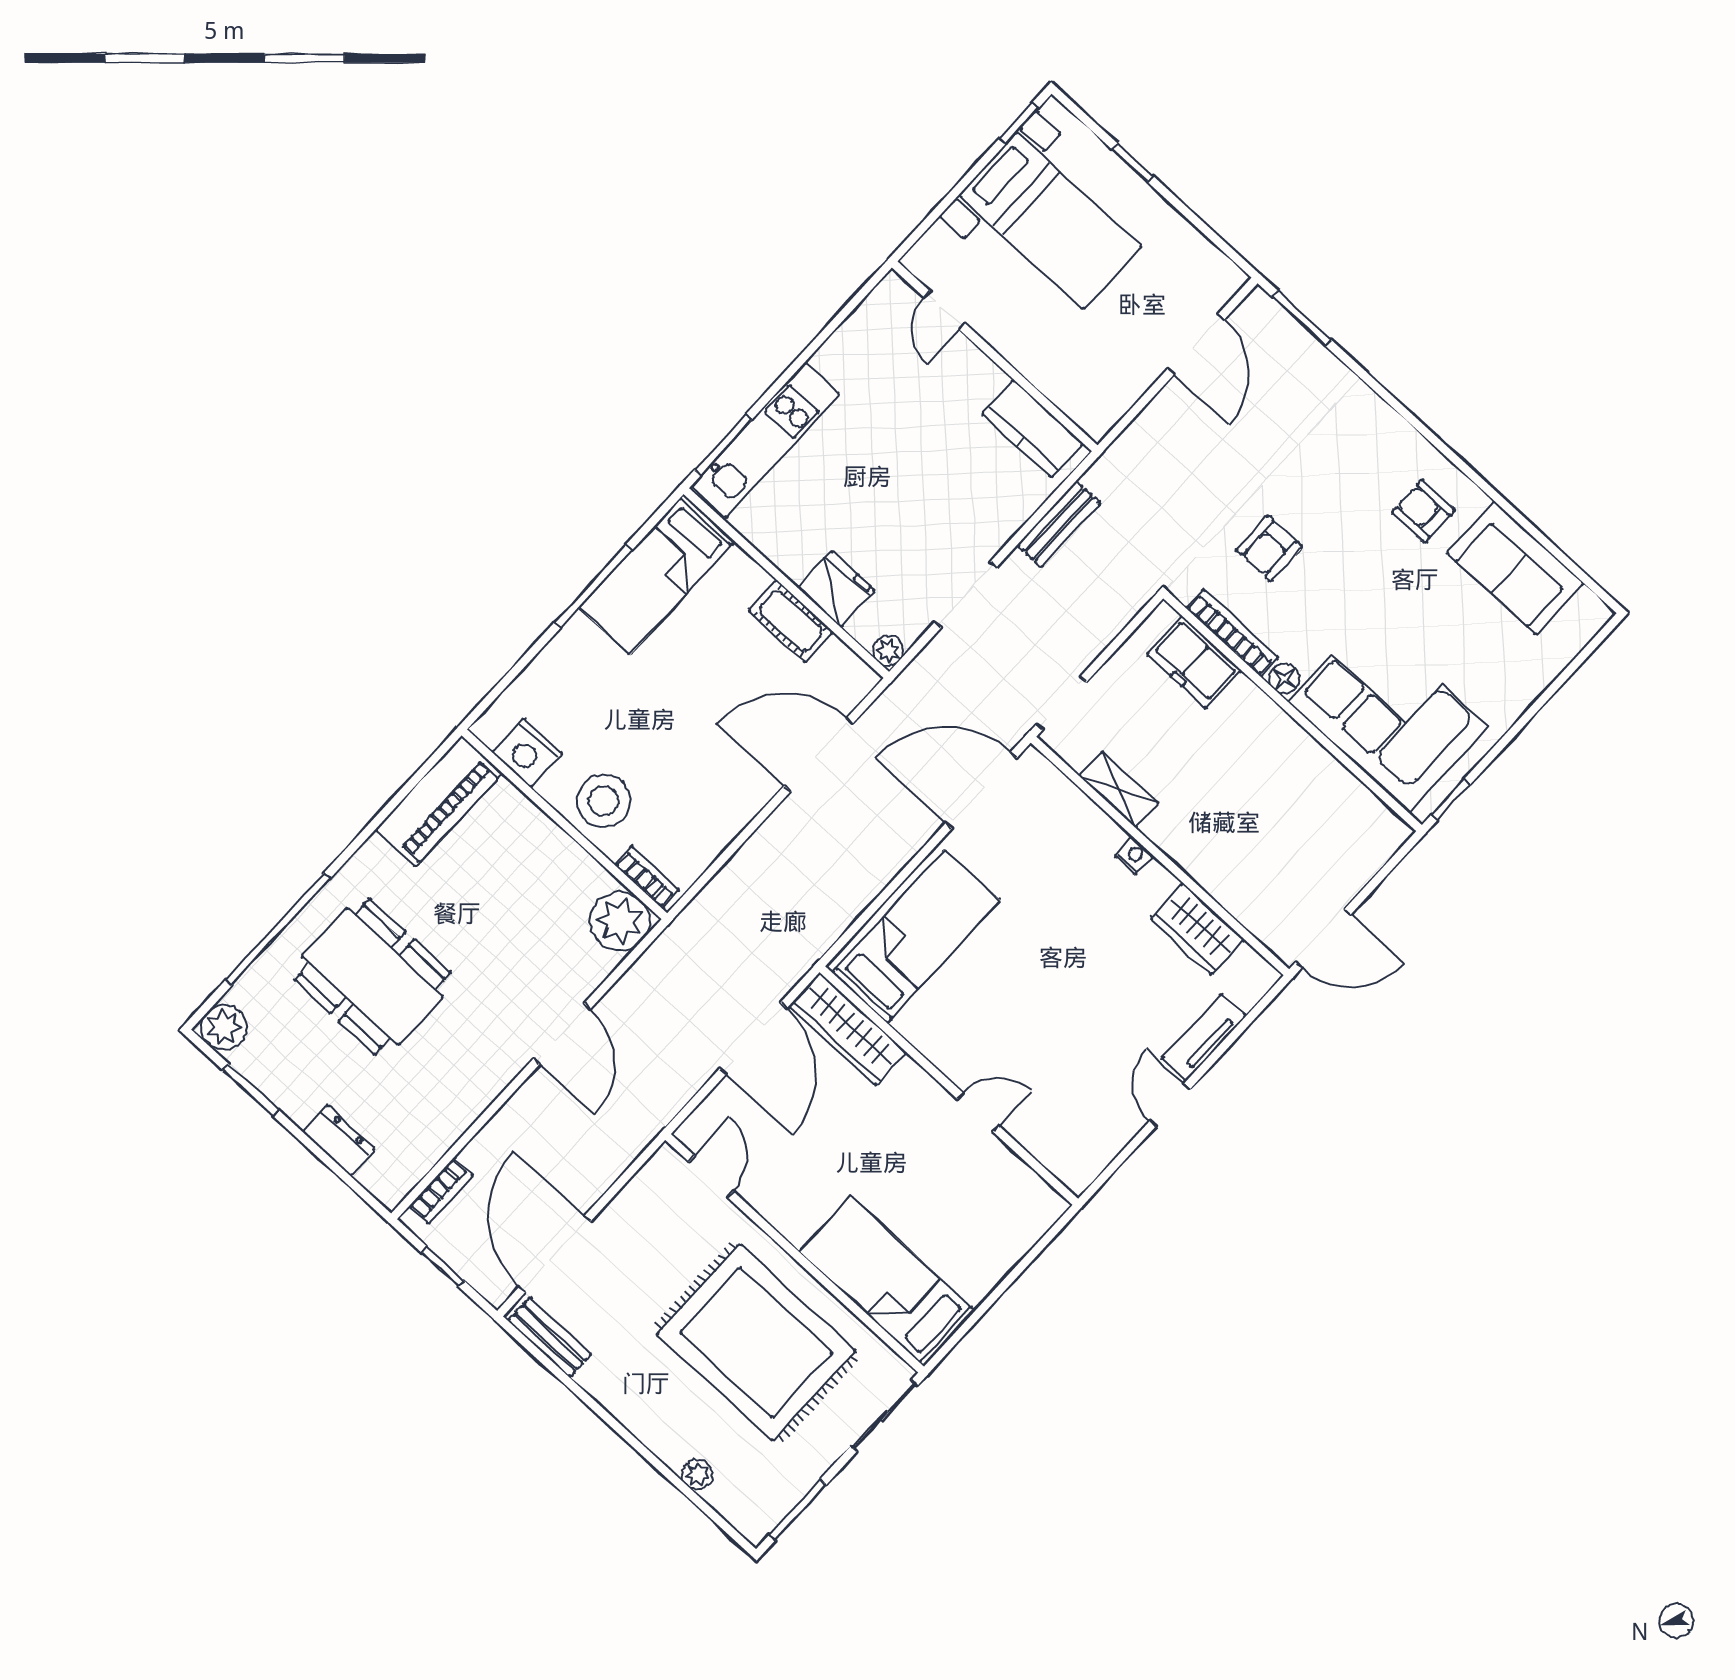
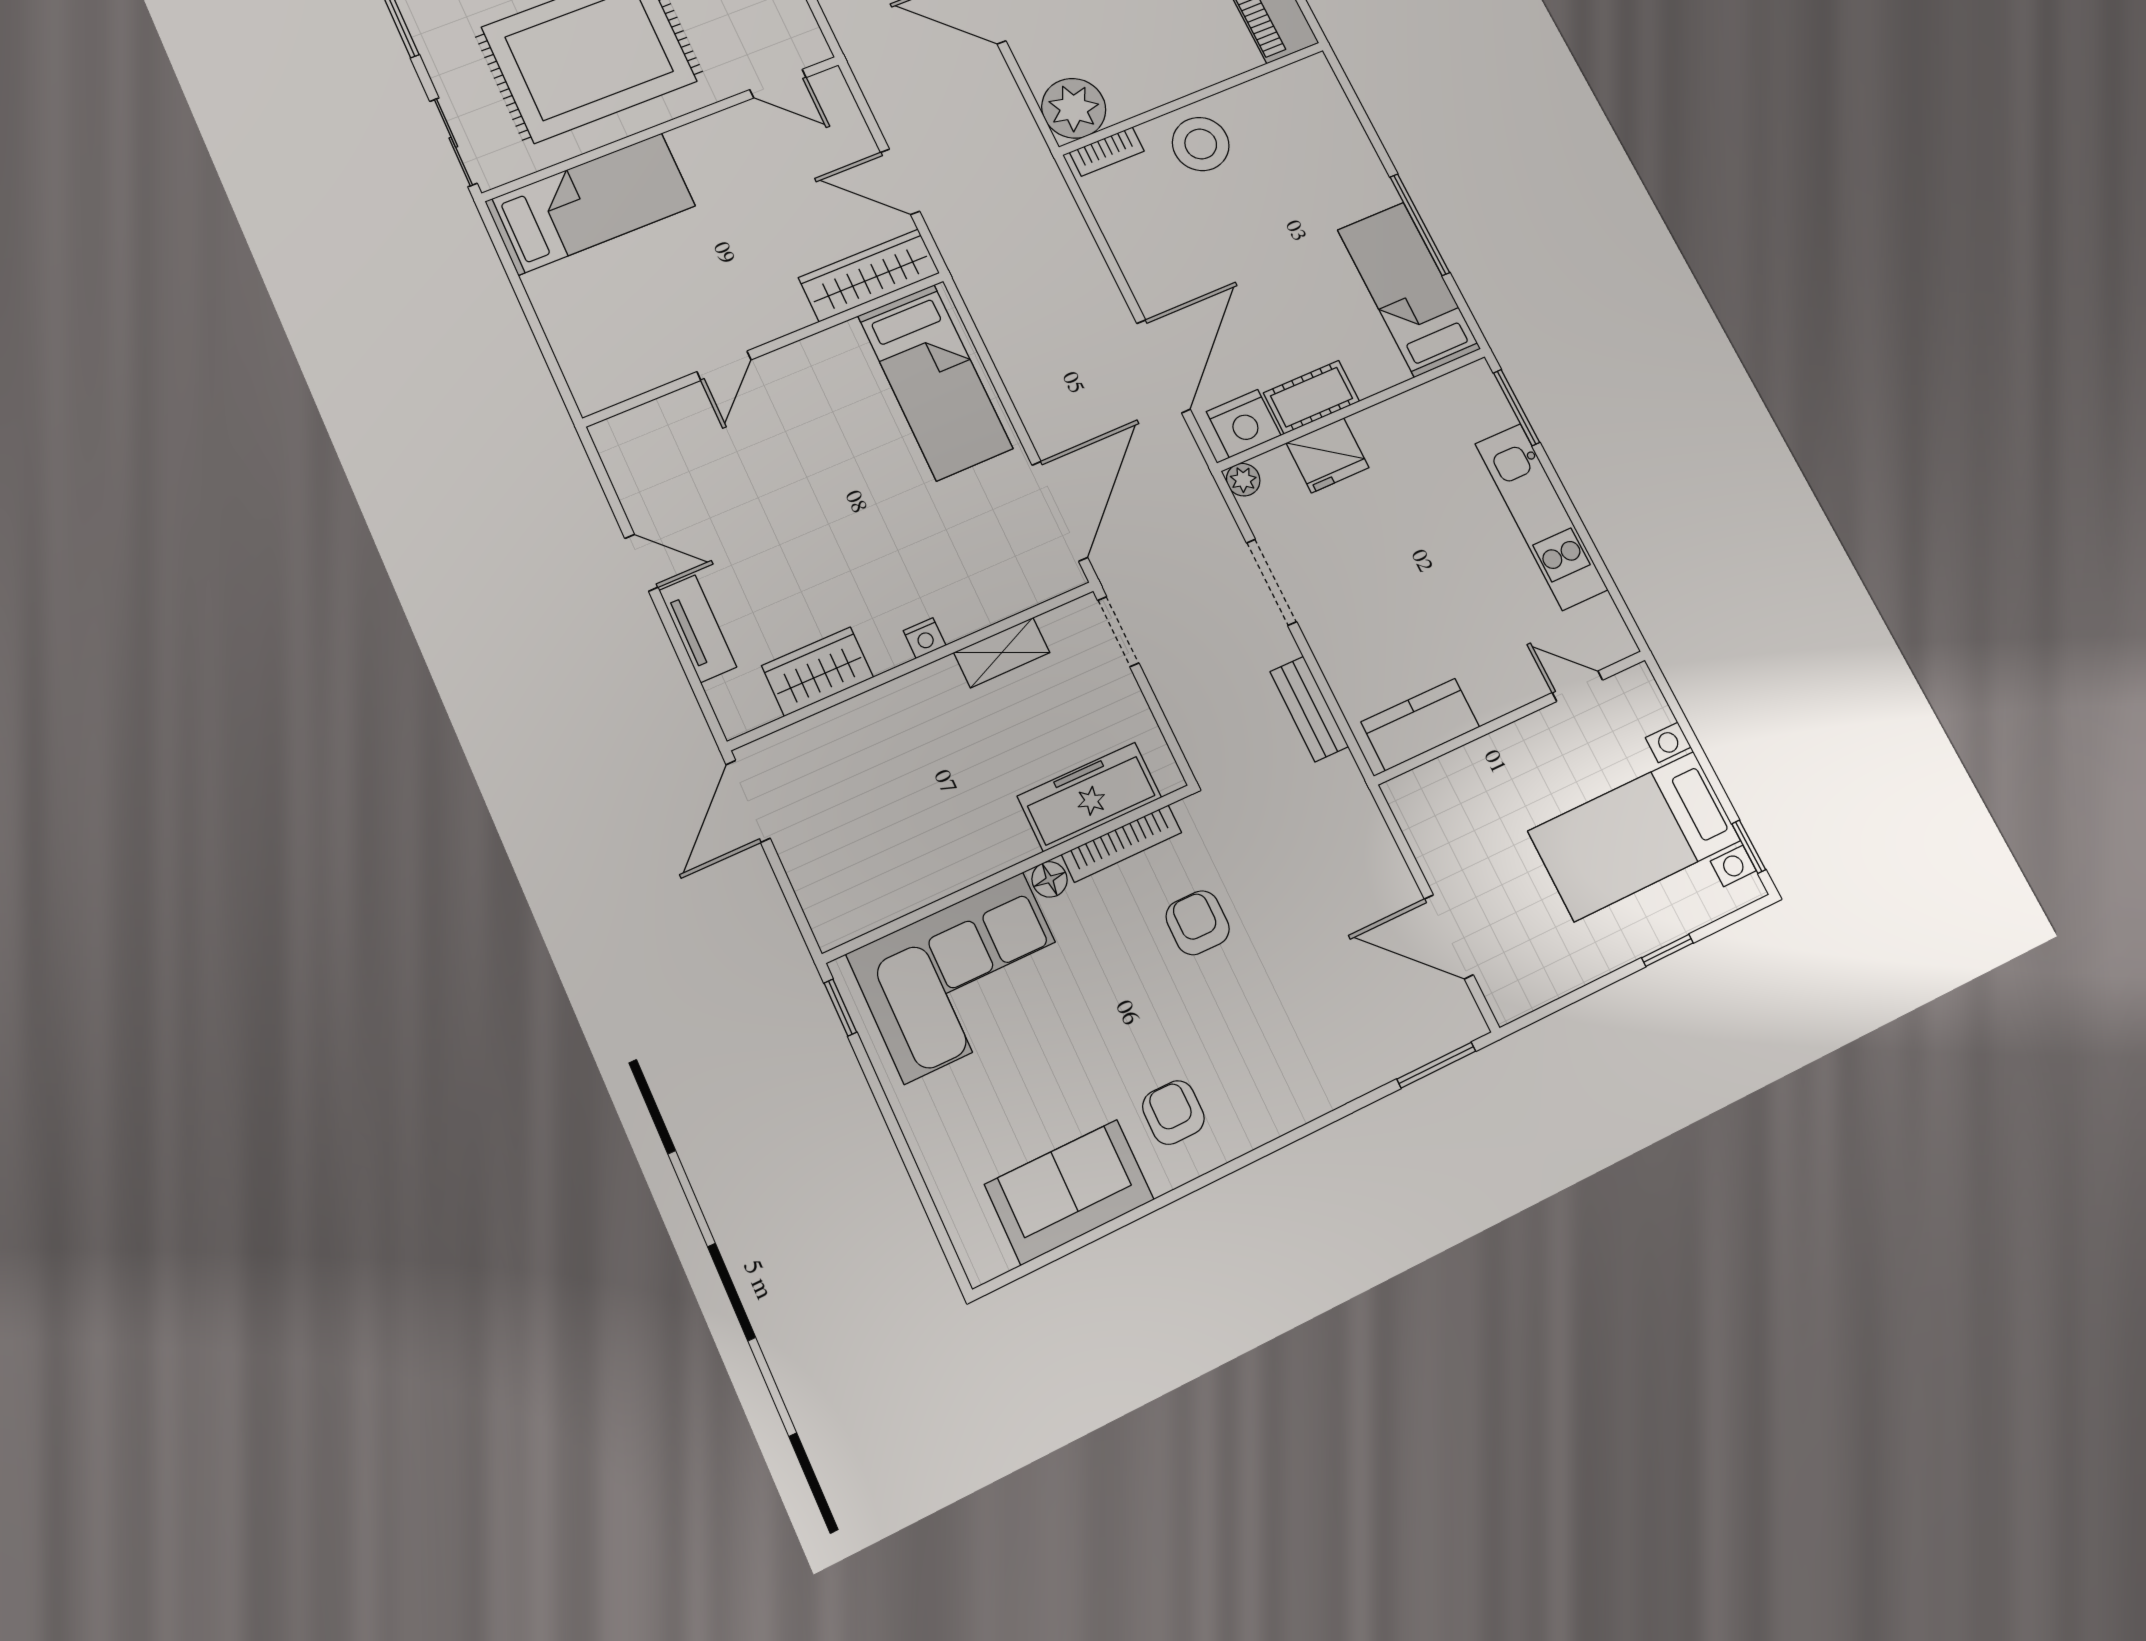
kitchen unit: (765, 440) -> (1541, 516), moved
armchair: (1423, 511) -> (1173, 1113), turned -90
freezer: (1194, 662) -> (1089, 797), width x1.40
nightstand: (527, 753) -> (1244, 424), moved, turned 180
door: (753, 1038) -> (900, 182), width x0.73

